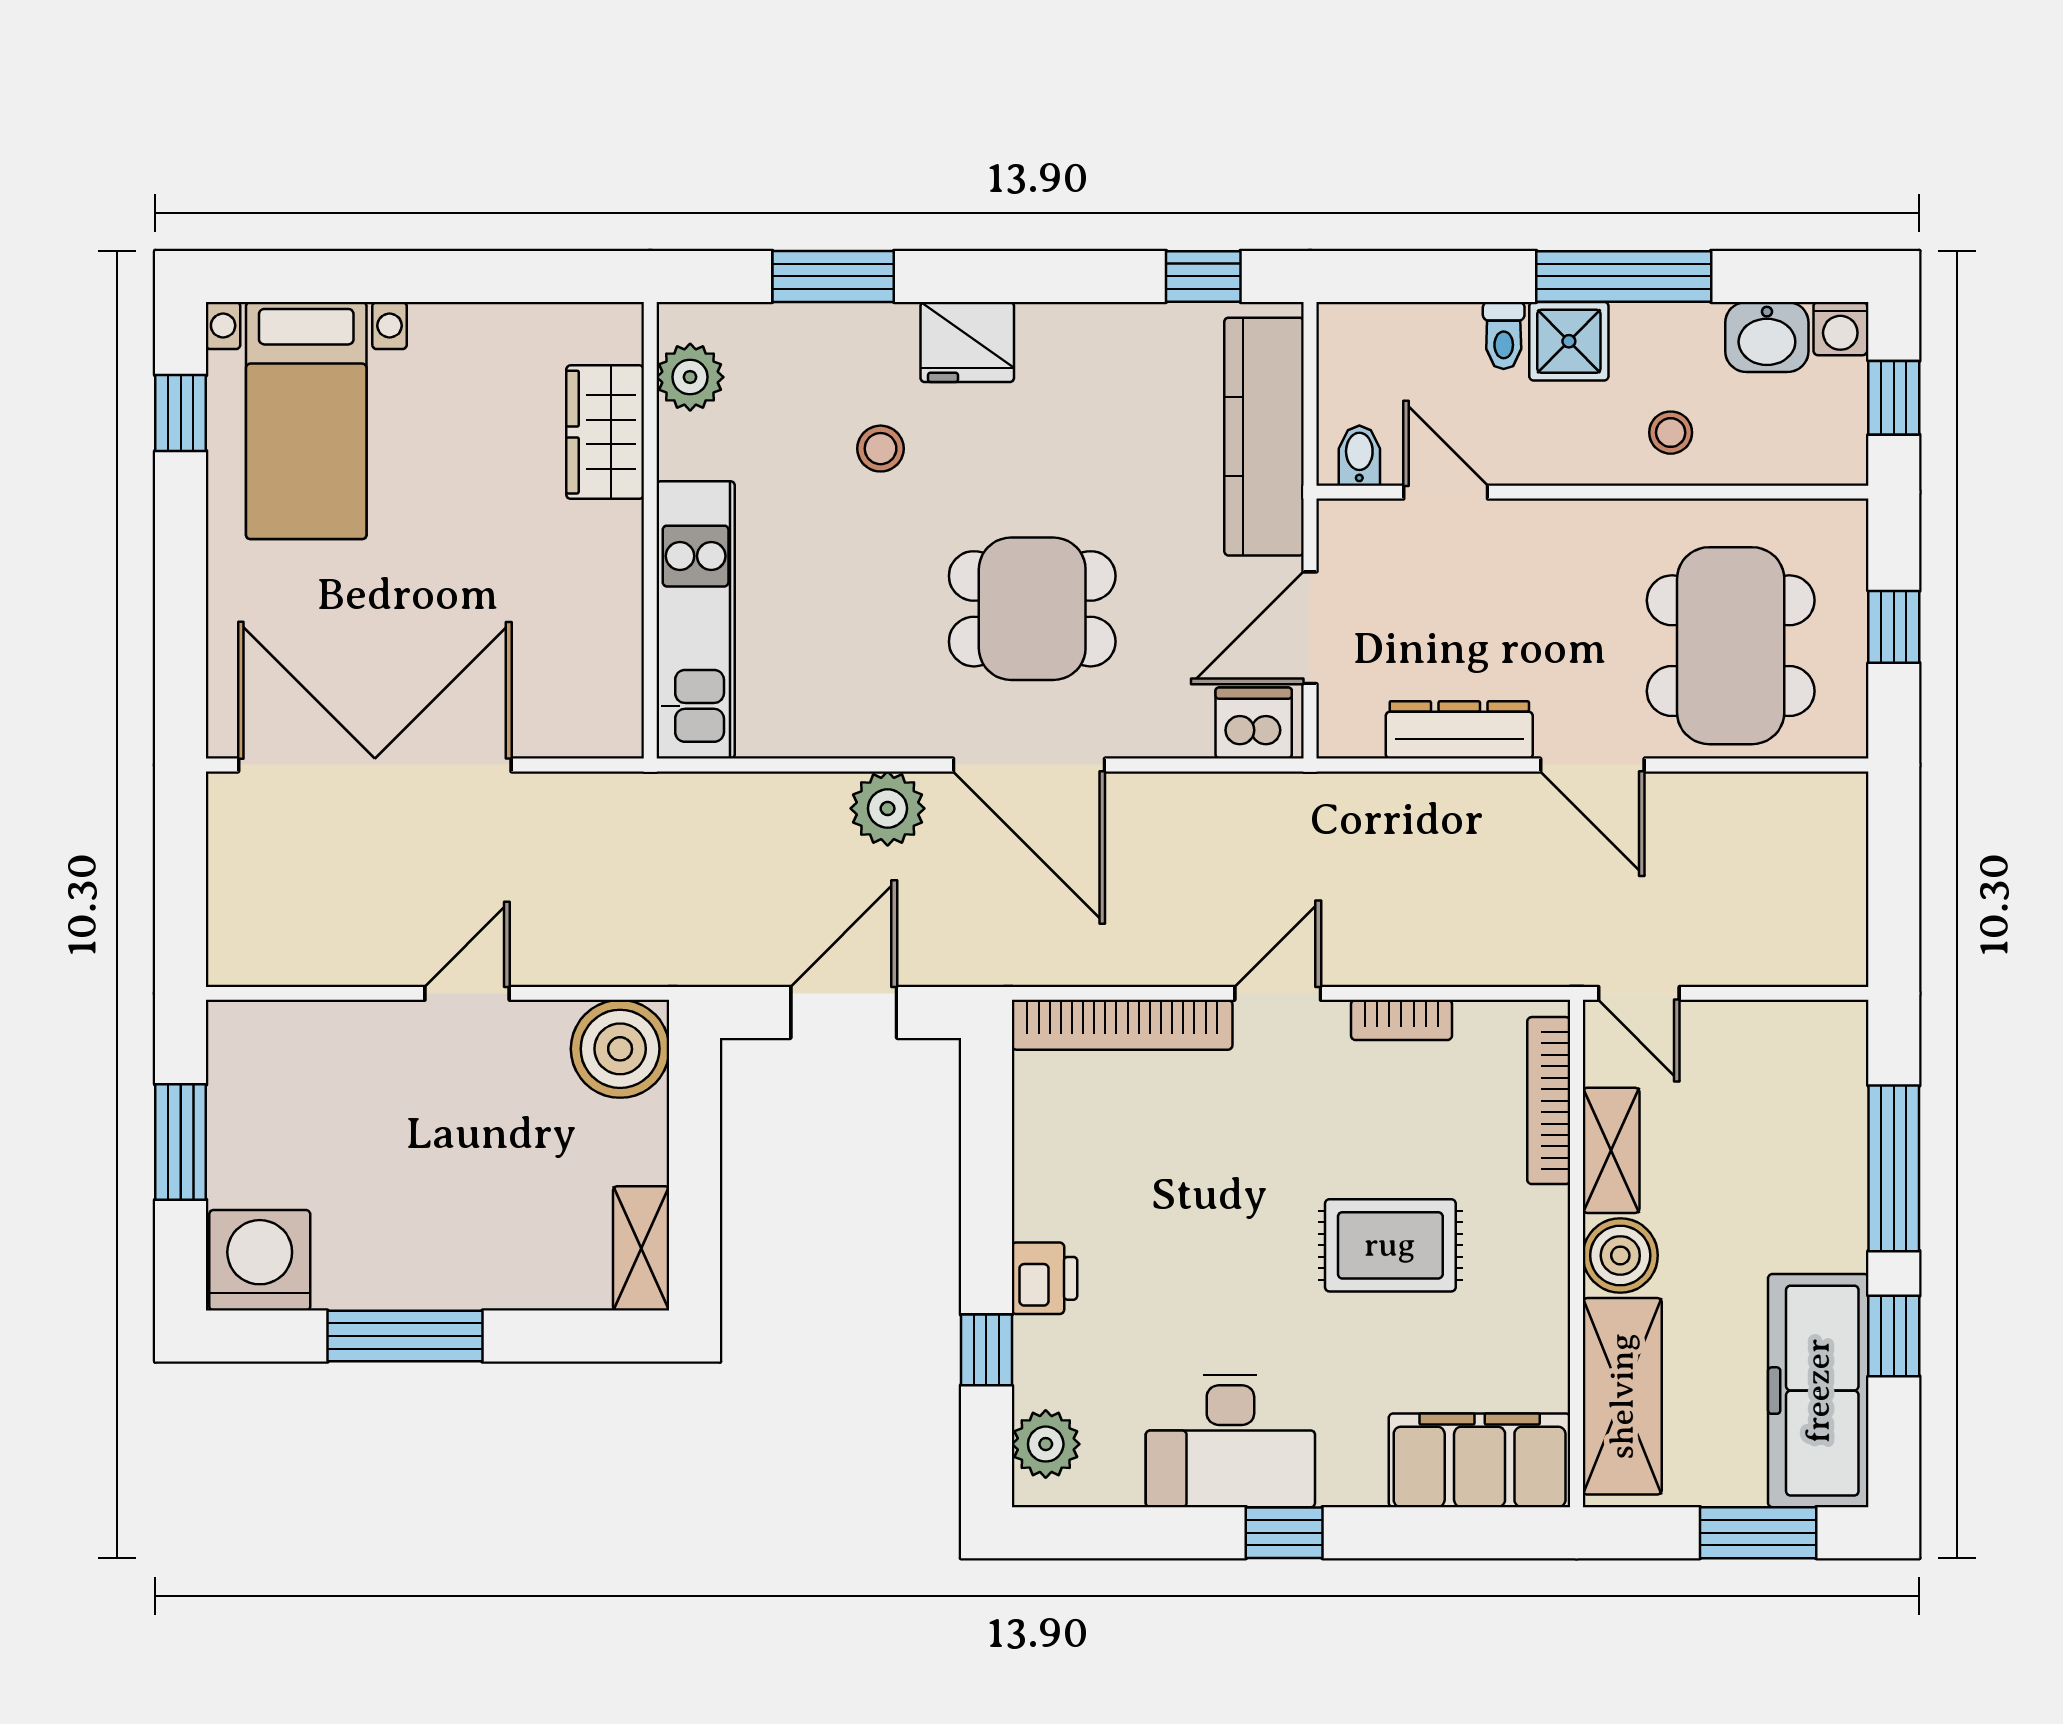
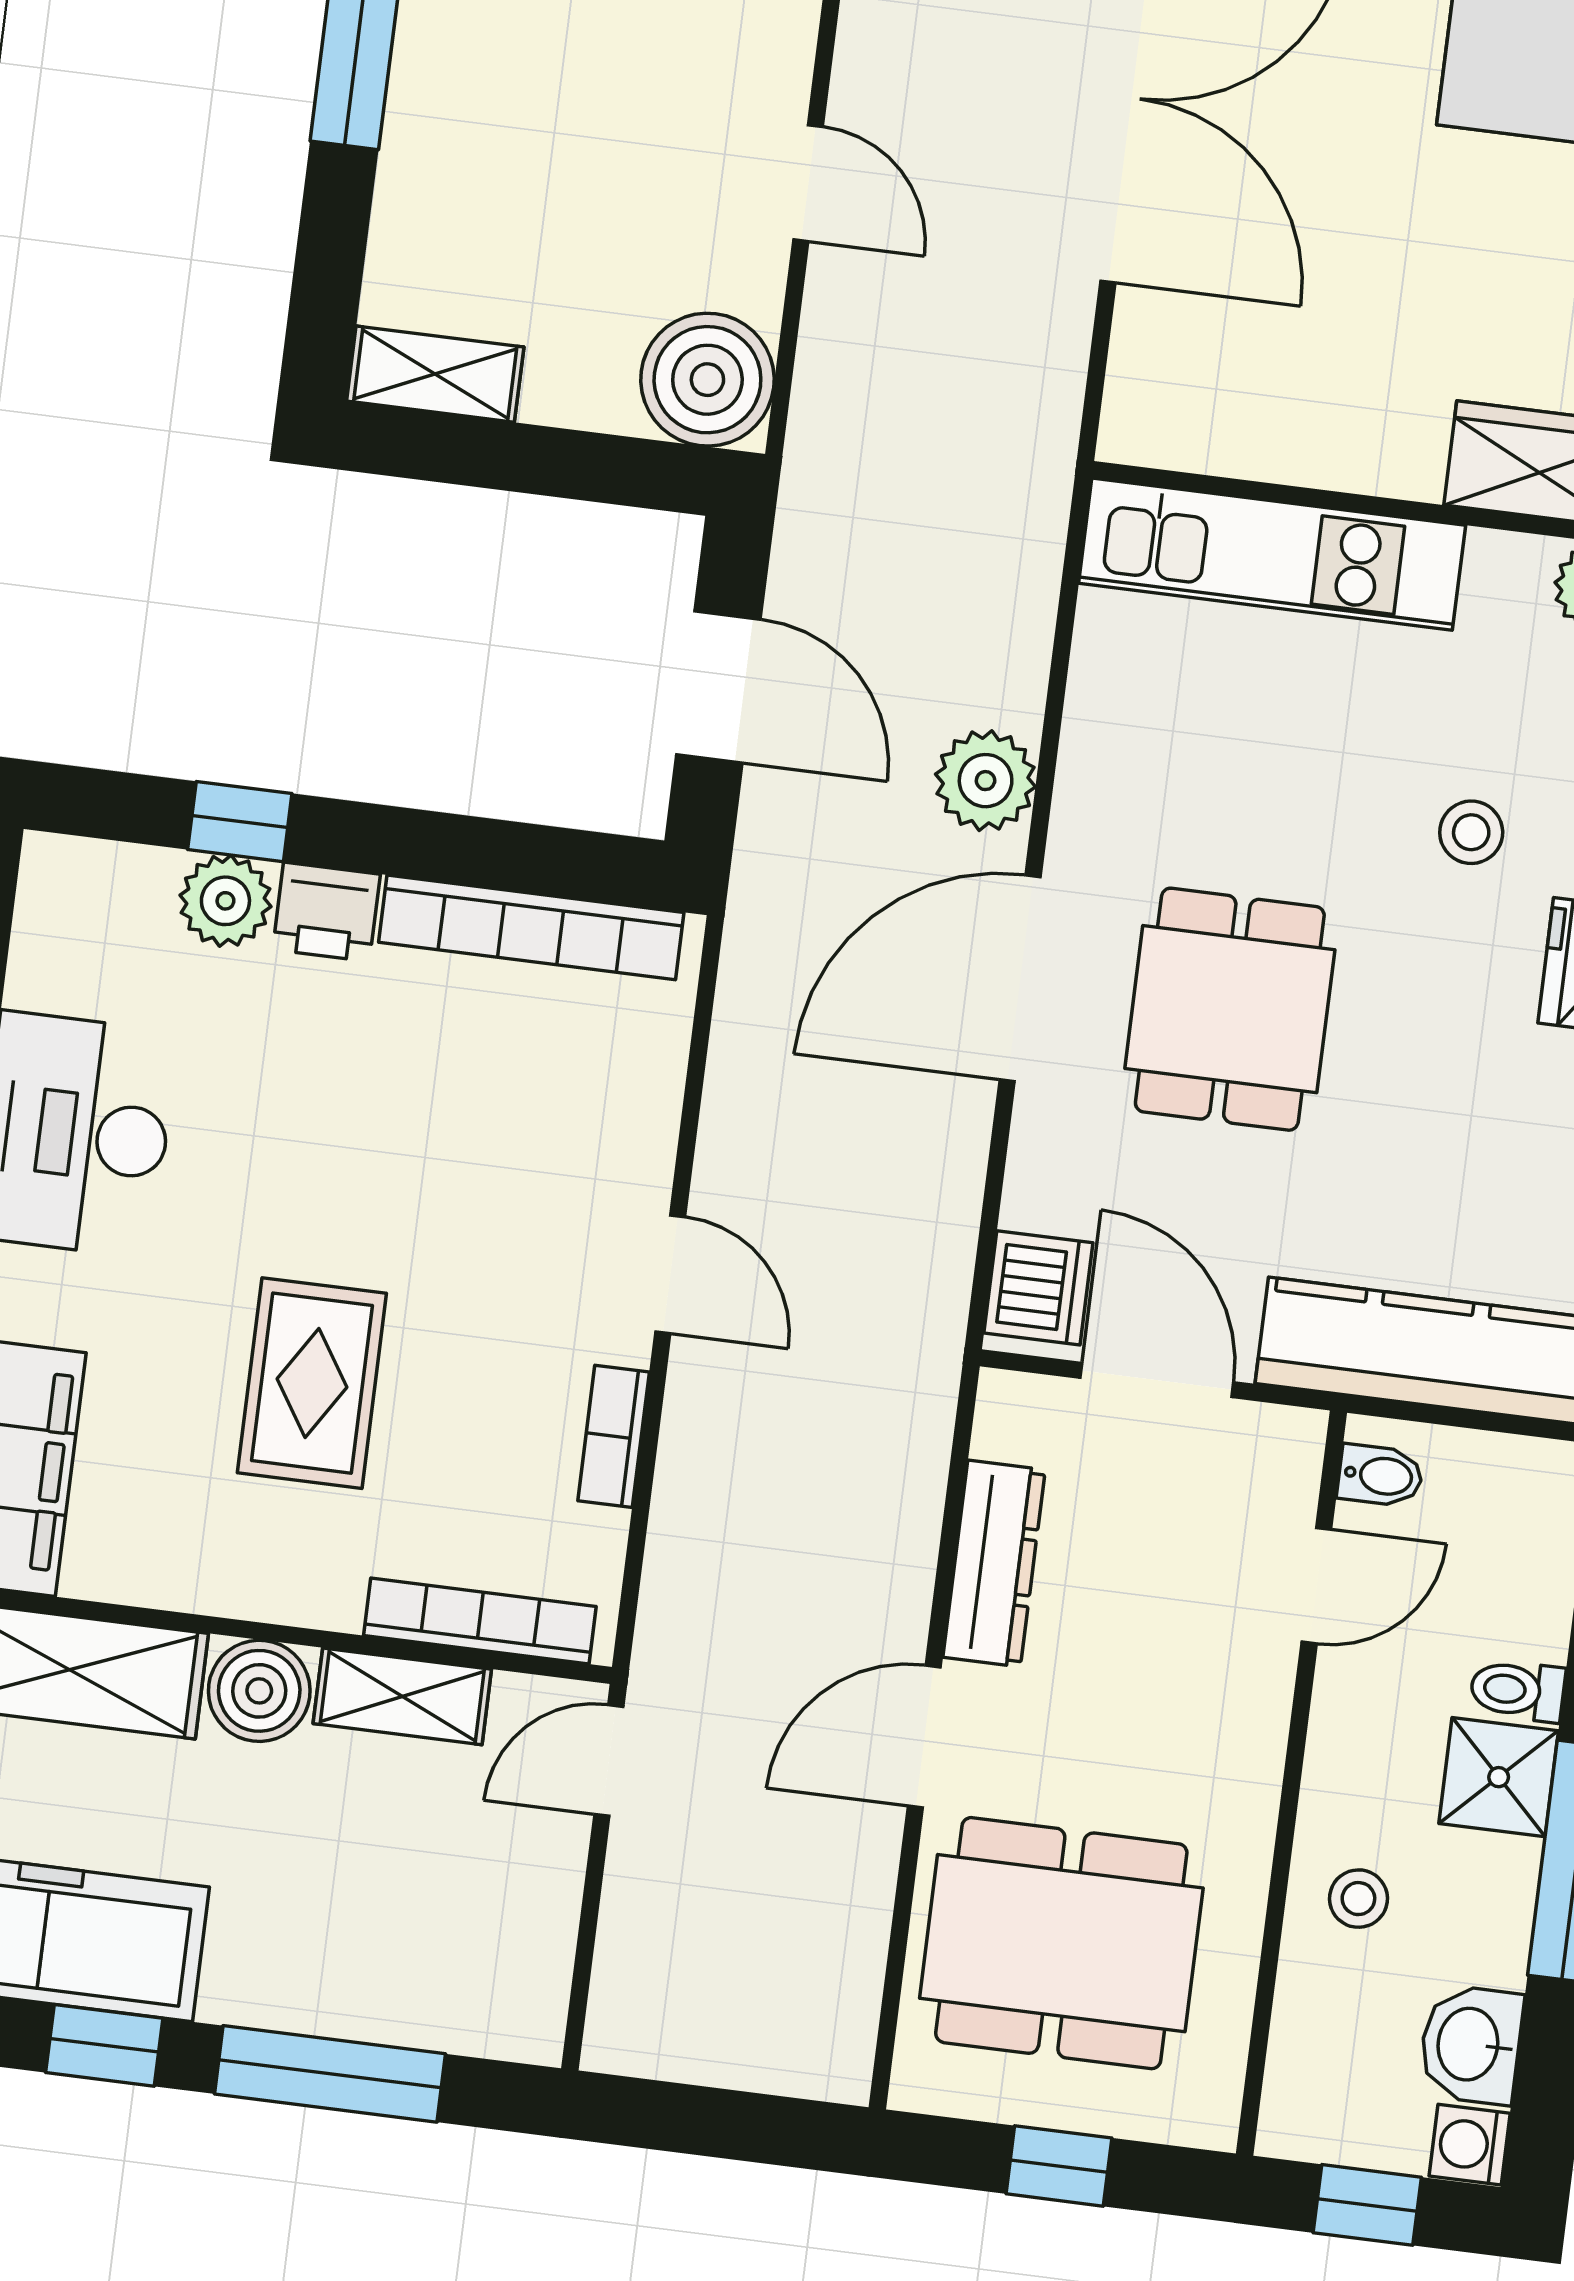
bookcase: (1122, 1025) -> (531, 927), moved, turned -90
plant: (1046, 1444) -> (225, 901), moved

